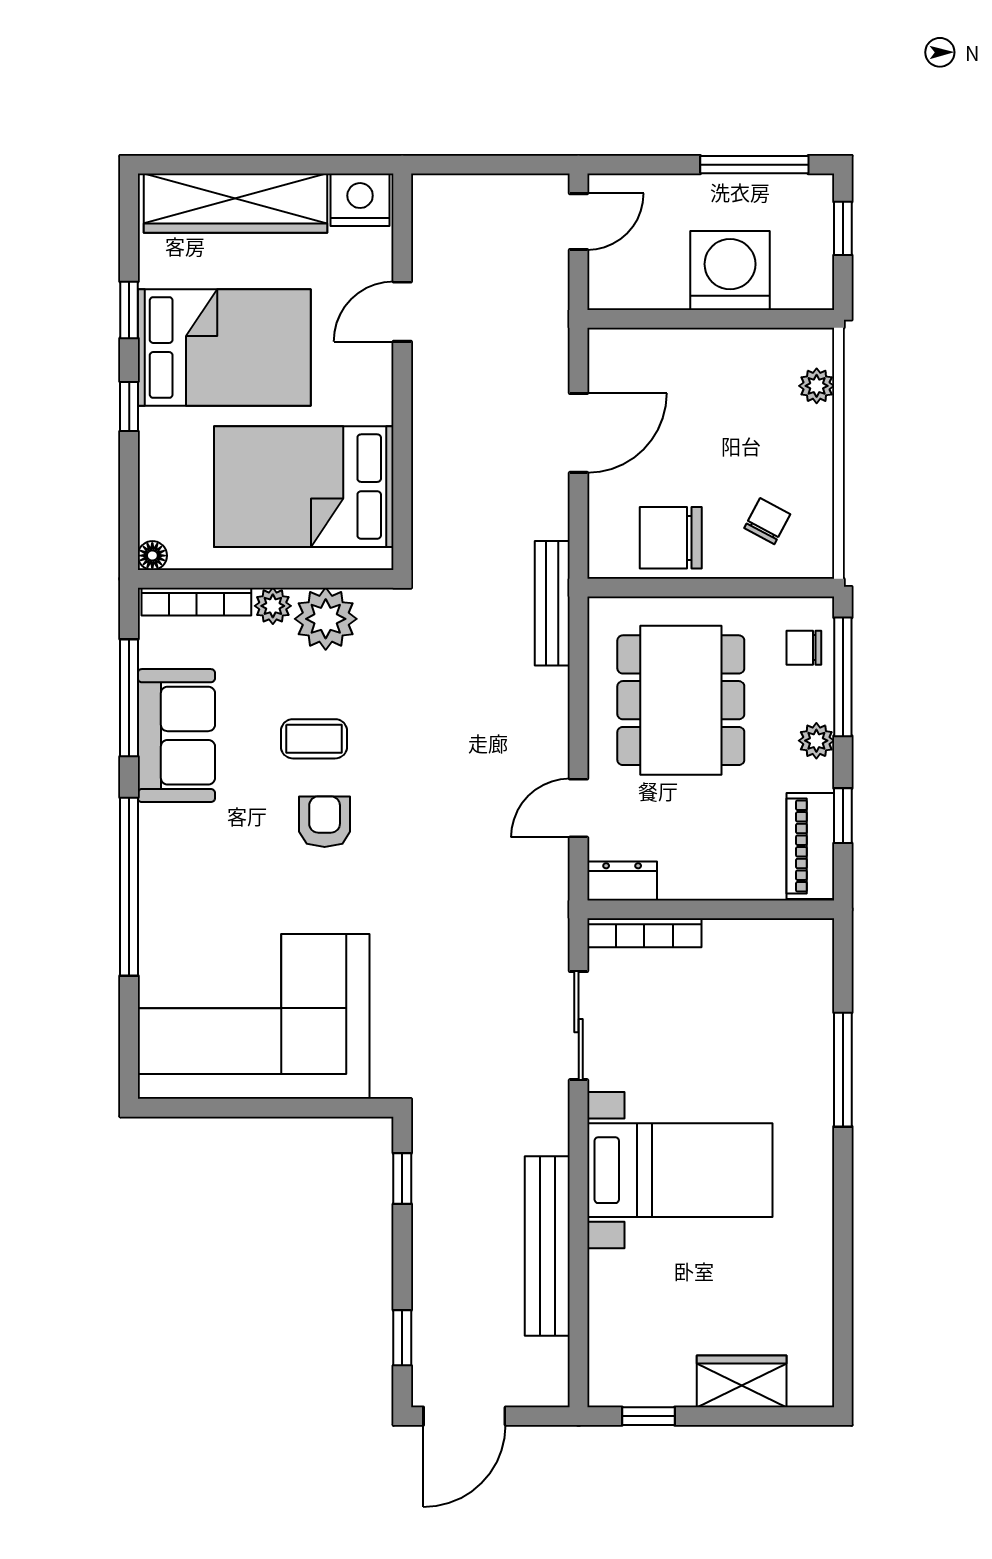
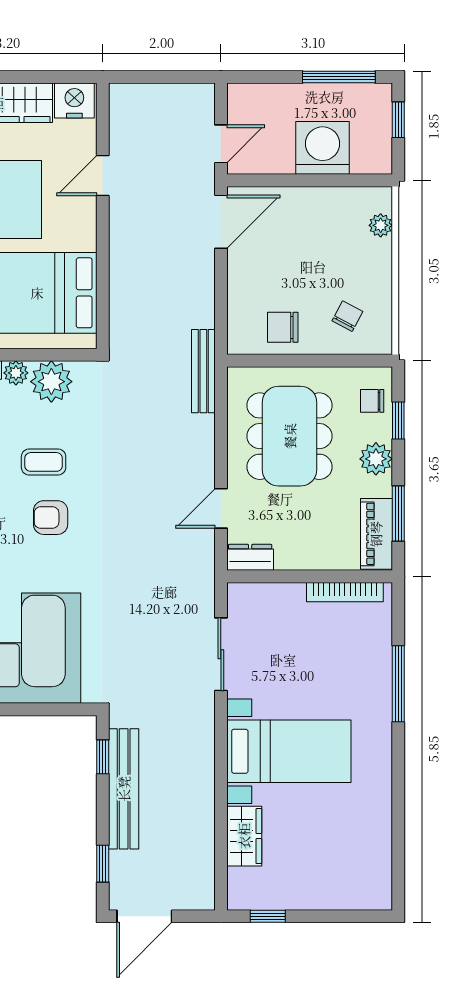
door: (579, 222) -> (221, 144), moved
door: (579, 433) -> (221, 222), moved
chair: (671, 538) -> (283, 327), width x0.73, depth x0.73
window: (843, 677) -> (398, 420), width x0.46
plant: (816, 741) -> (376, 459), width x1.38, depth x1.38
window: (843, 816) -> (398, 514), width x1.50
armchair: (325, 822) -> (51, 518), turned -90
bookcase: (644, 933) -> (345, 592), moved
bench: (547, 1246) -> (124, 789), moved
wardrobe: (742, 1381) -> (244, 836), moved, turned 90

